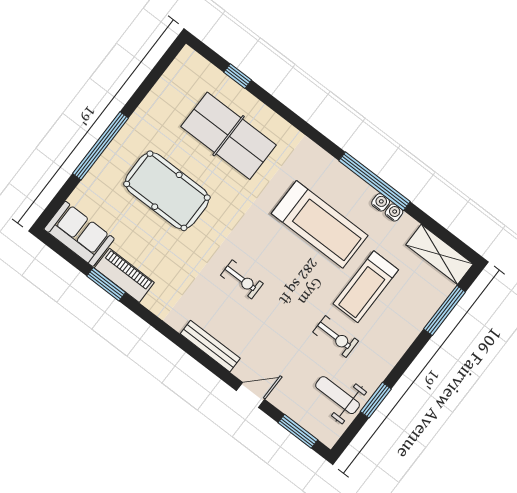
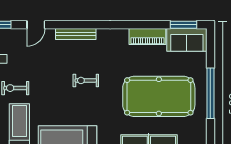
pool table: (167, 191) -> (159, 96), width x1.36, depth x1.32
window: (106, 284) -> (183, 25), moved

